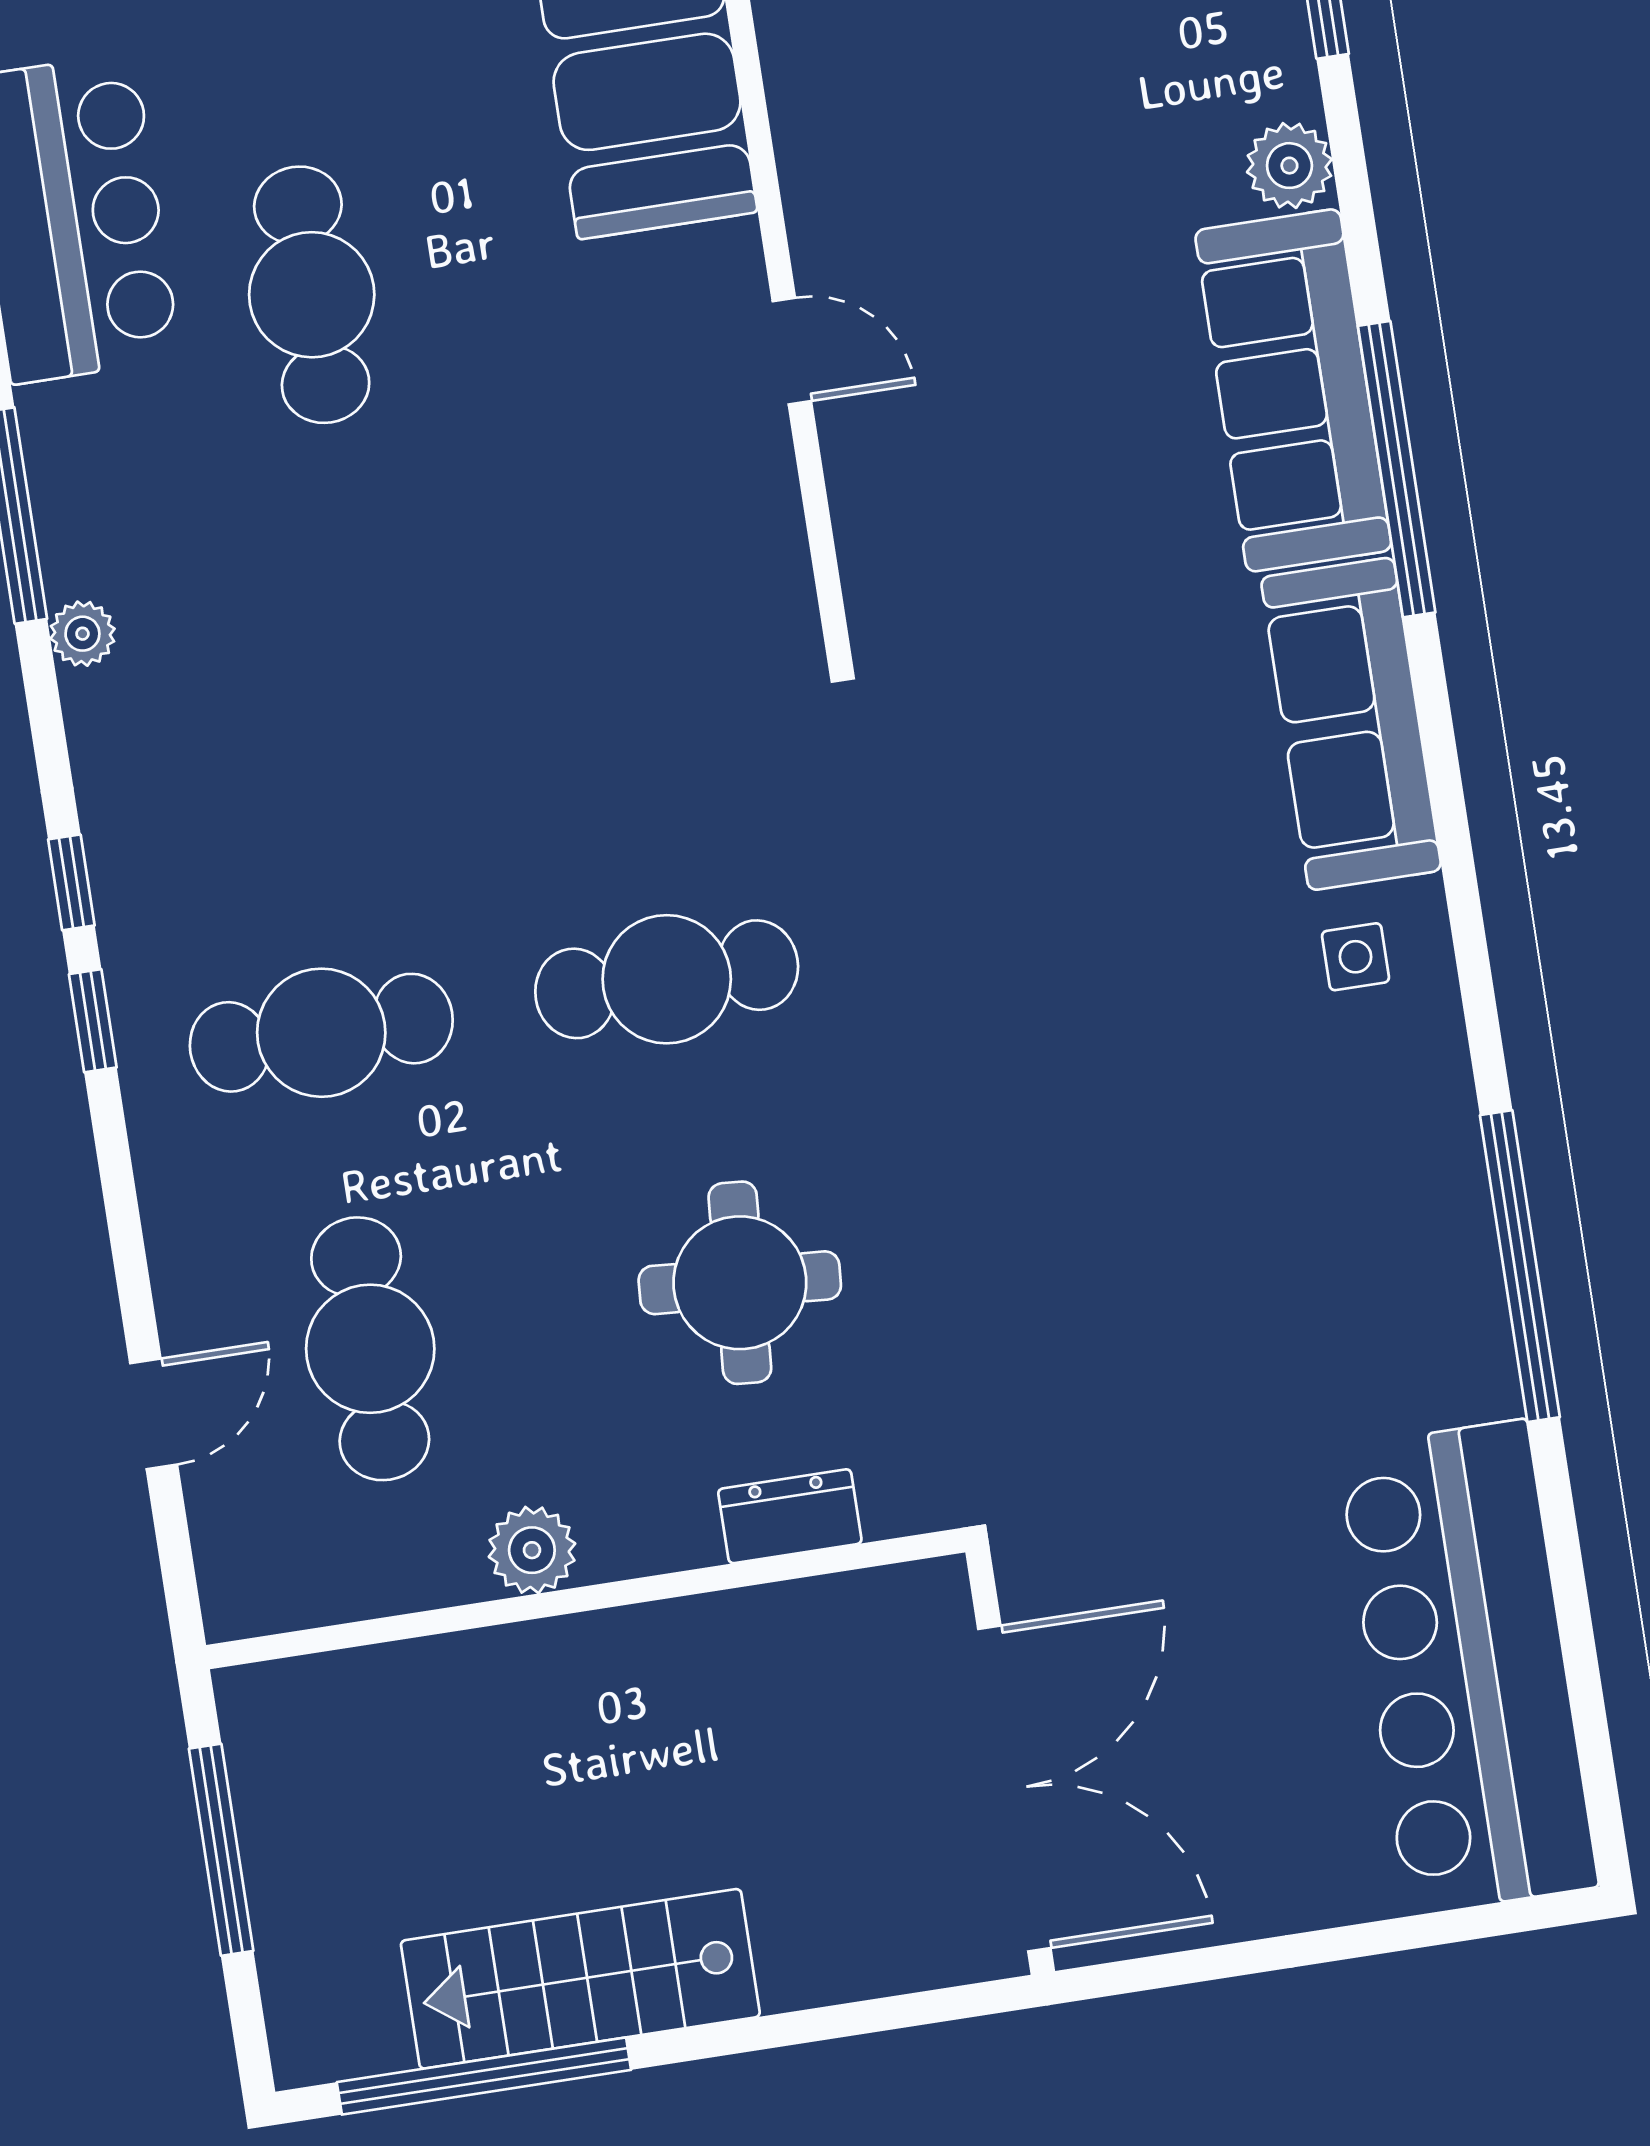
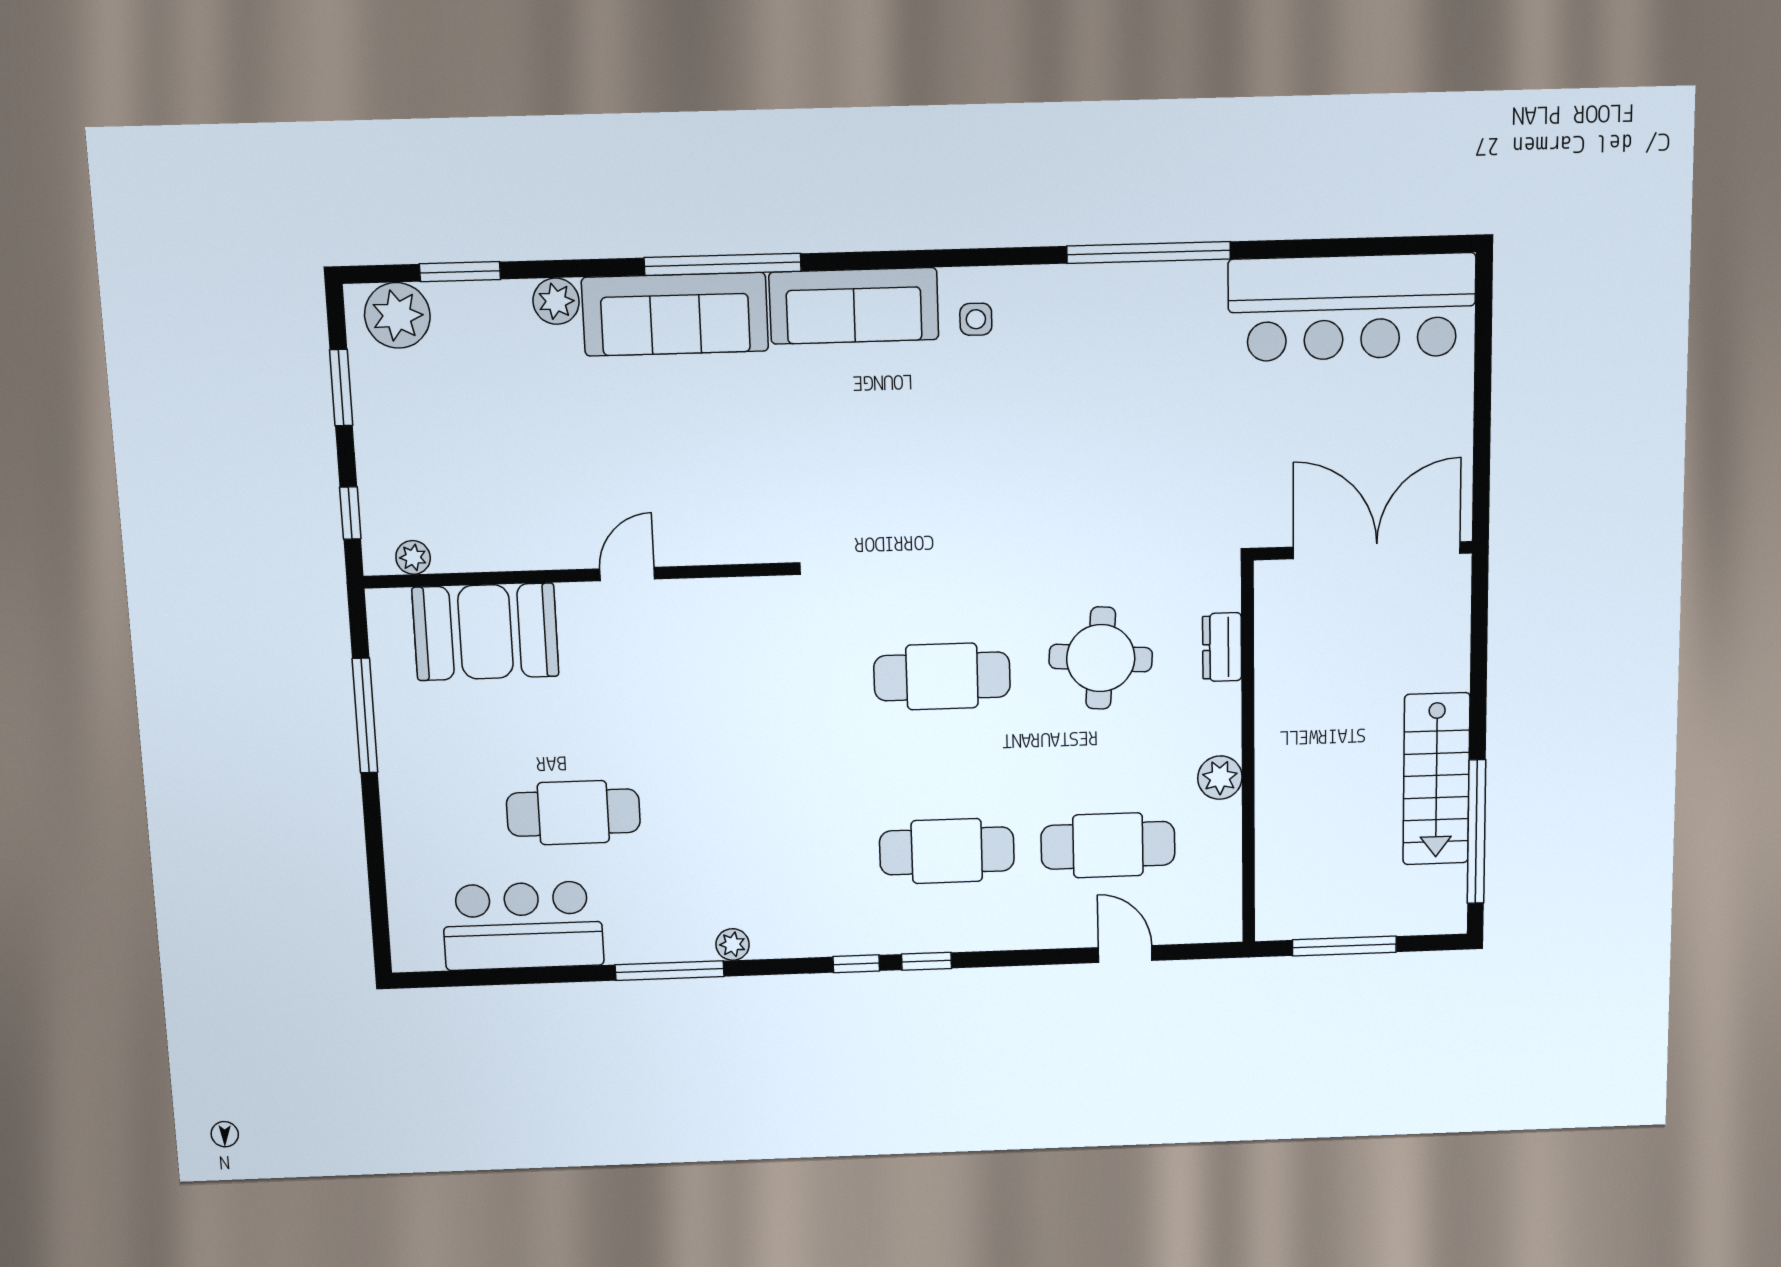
cafe table: (667, 979) -> (942, 676), turned 90
cafe table: (321, 1033) -> (947, 851), turned 90

